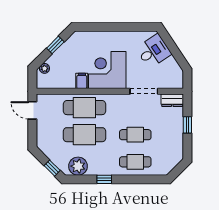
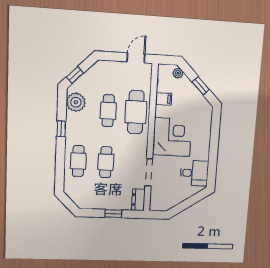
desk: (154, 51) -> (194, 173), moved, turned -56
filing cabinet: (82, 81) -> (164, 99), moved
cafe table: (84, 135) -> (108, 111), width x0.73, depth x0.74

